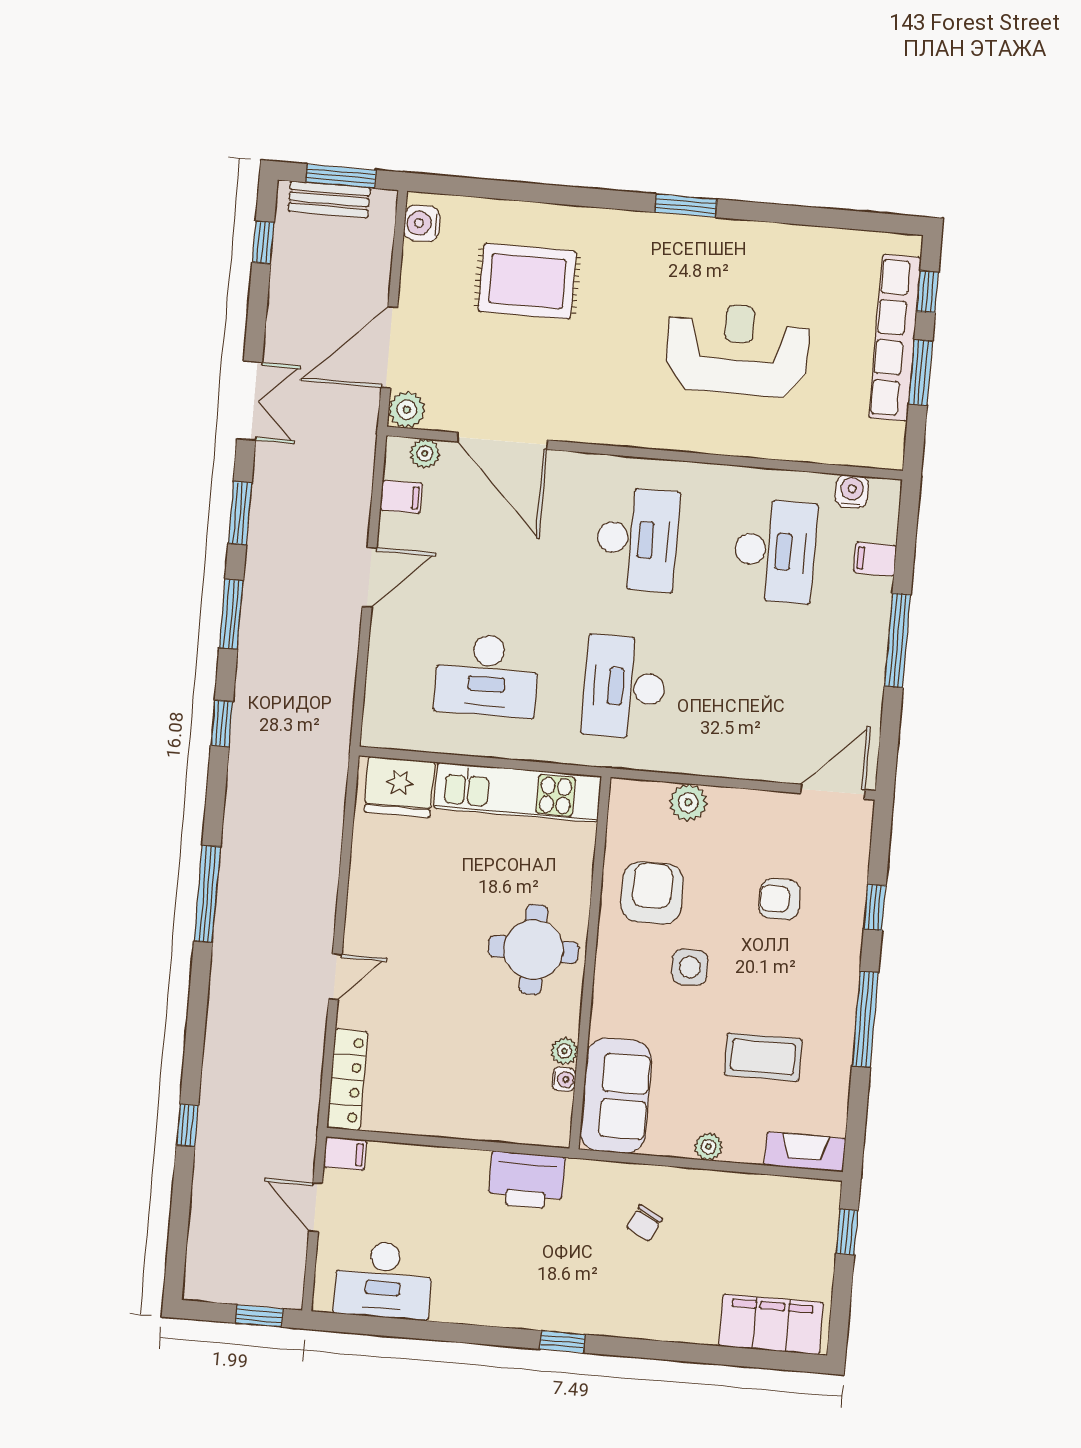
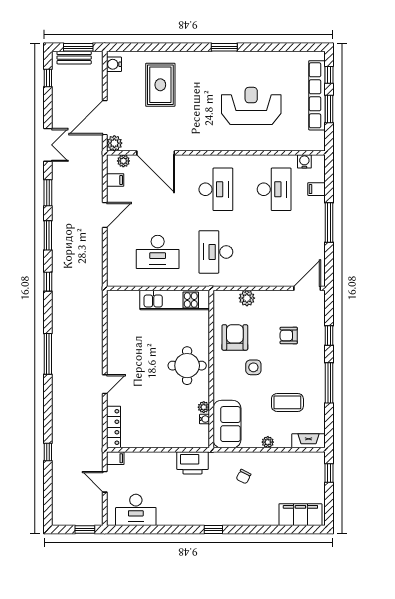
rug: (527, 281) -> (160, 85), turned 90
fridge: (399, 787) -> (125, 302), removed

